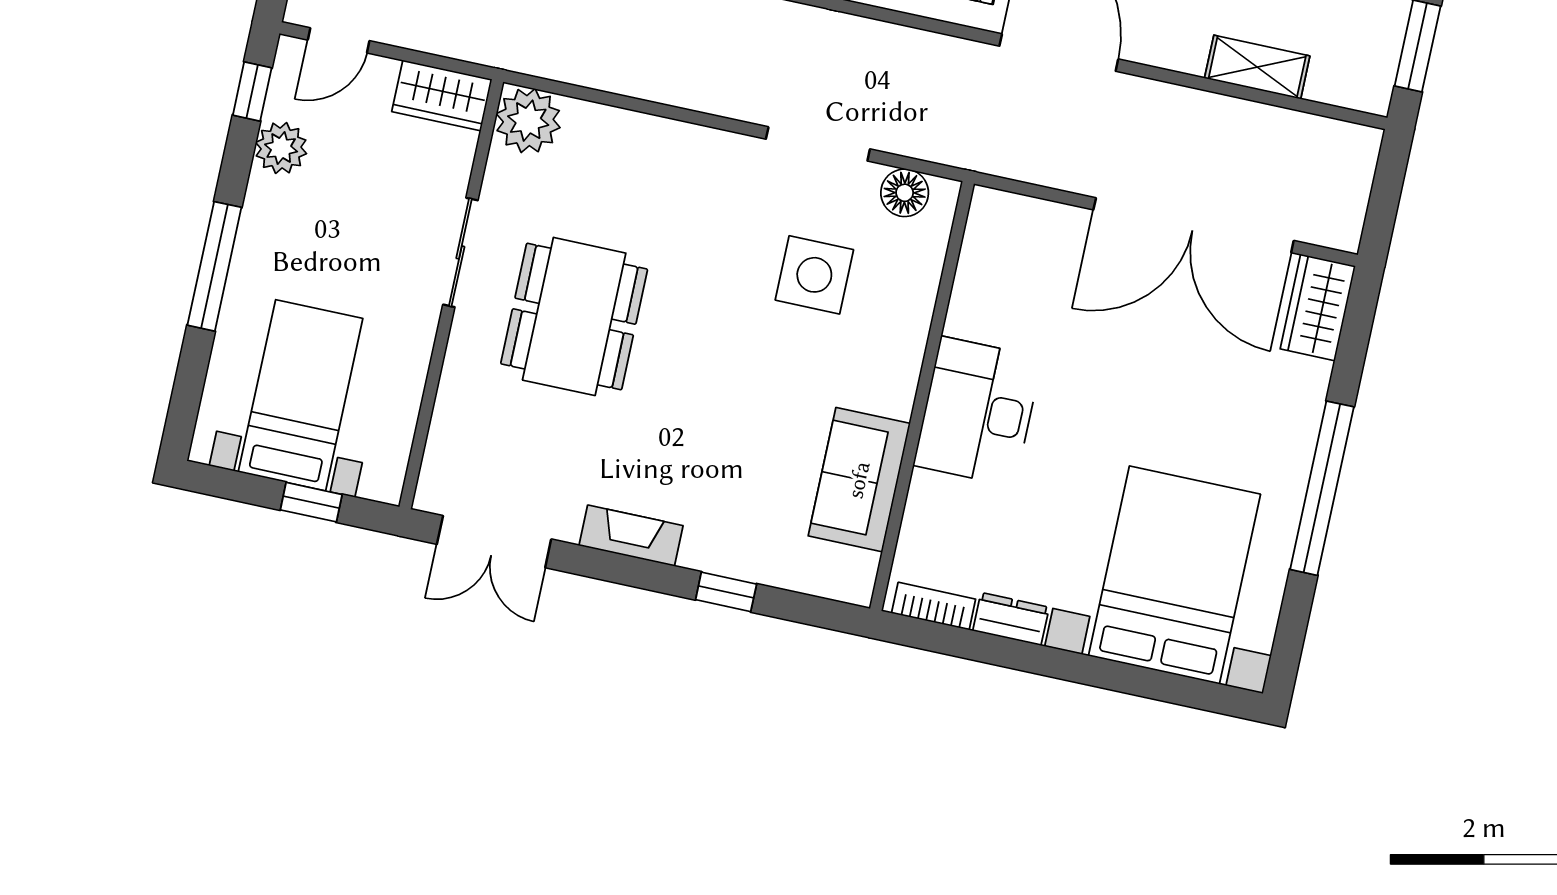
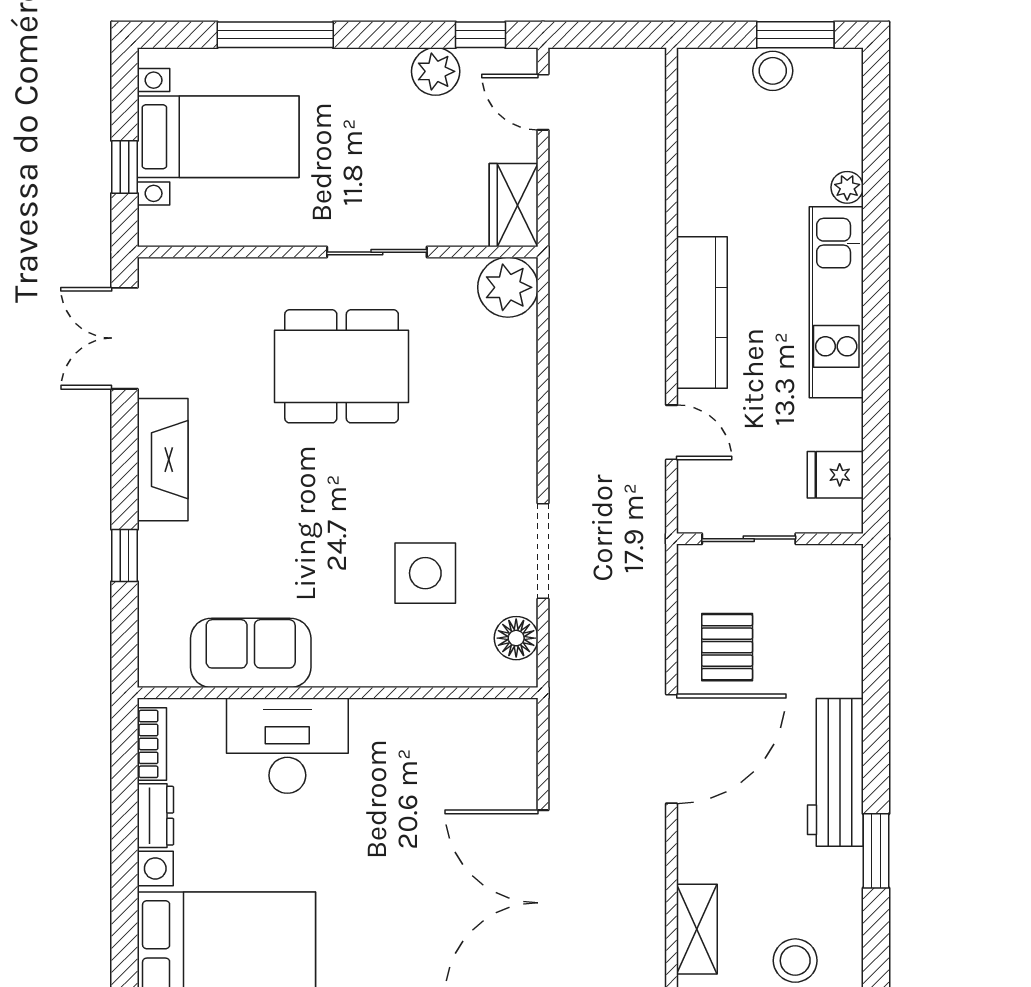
window: (214, 266) -> (275, 35), moved
desk: (978, 412) -> (287, 746), moved
fireplace: (631, 536) -> (163, 460), width x1.37, depth x1.32

